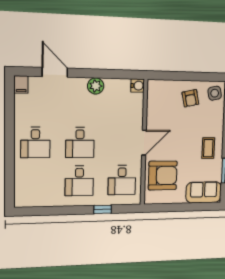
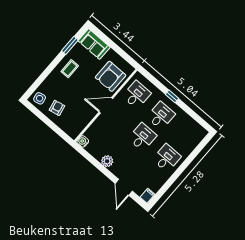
armchair: (163, 175) -> (111, 76), turned -90
window: (103, 209) -> (172, 96), moved

